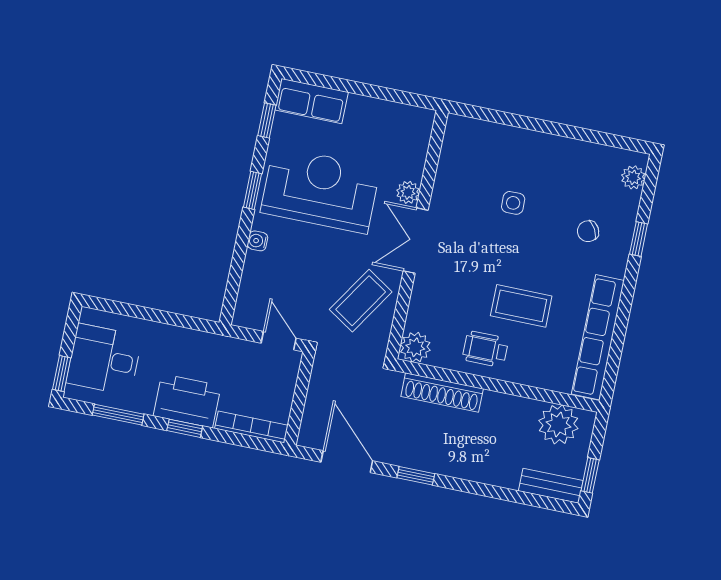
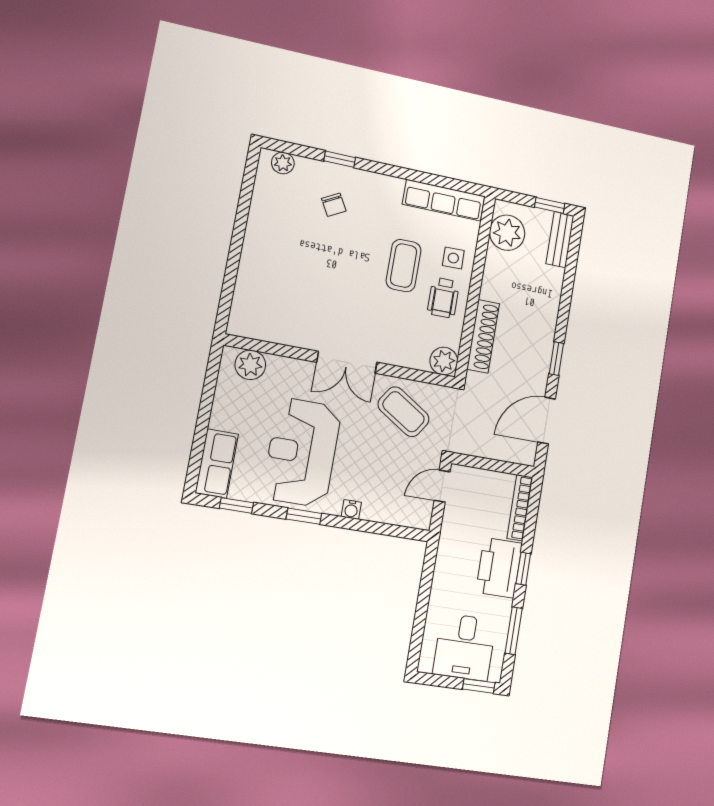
plant: (408, 192) -> (250, 365), moved, width x1.38, depth x1.38
side table: (513, 203) -> (453, 258), moved
row of seats: (598, 337) -> (444, 200), width x0.73

